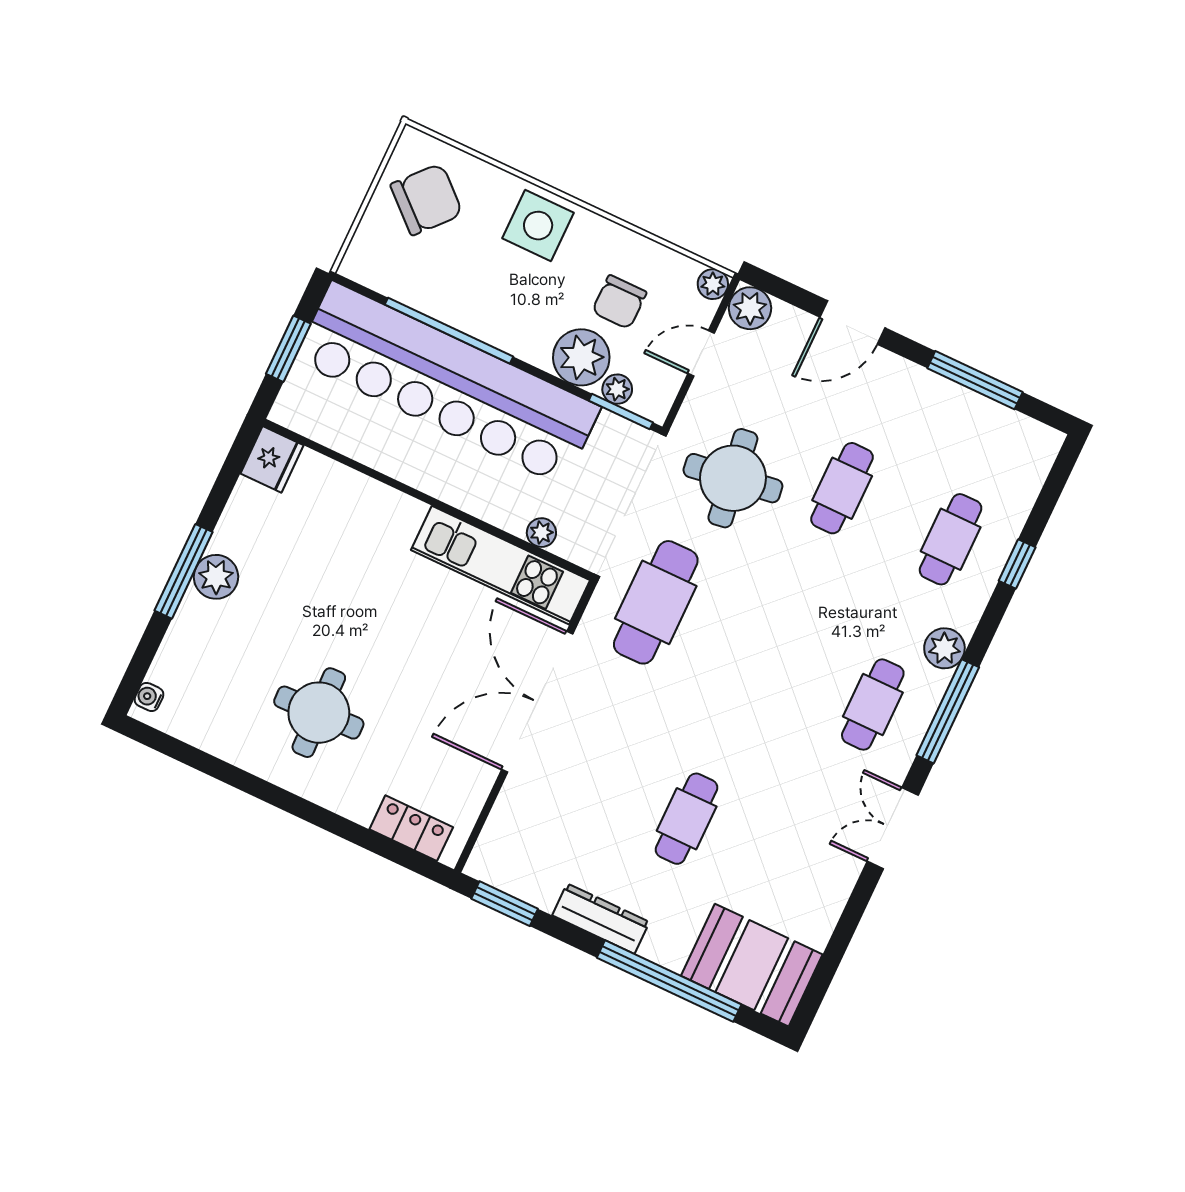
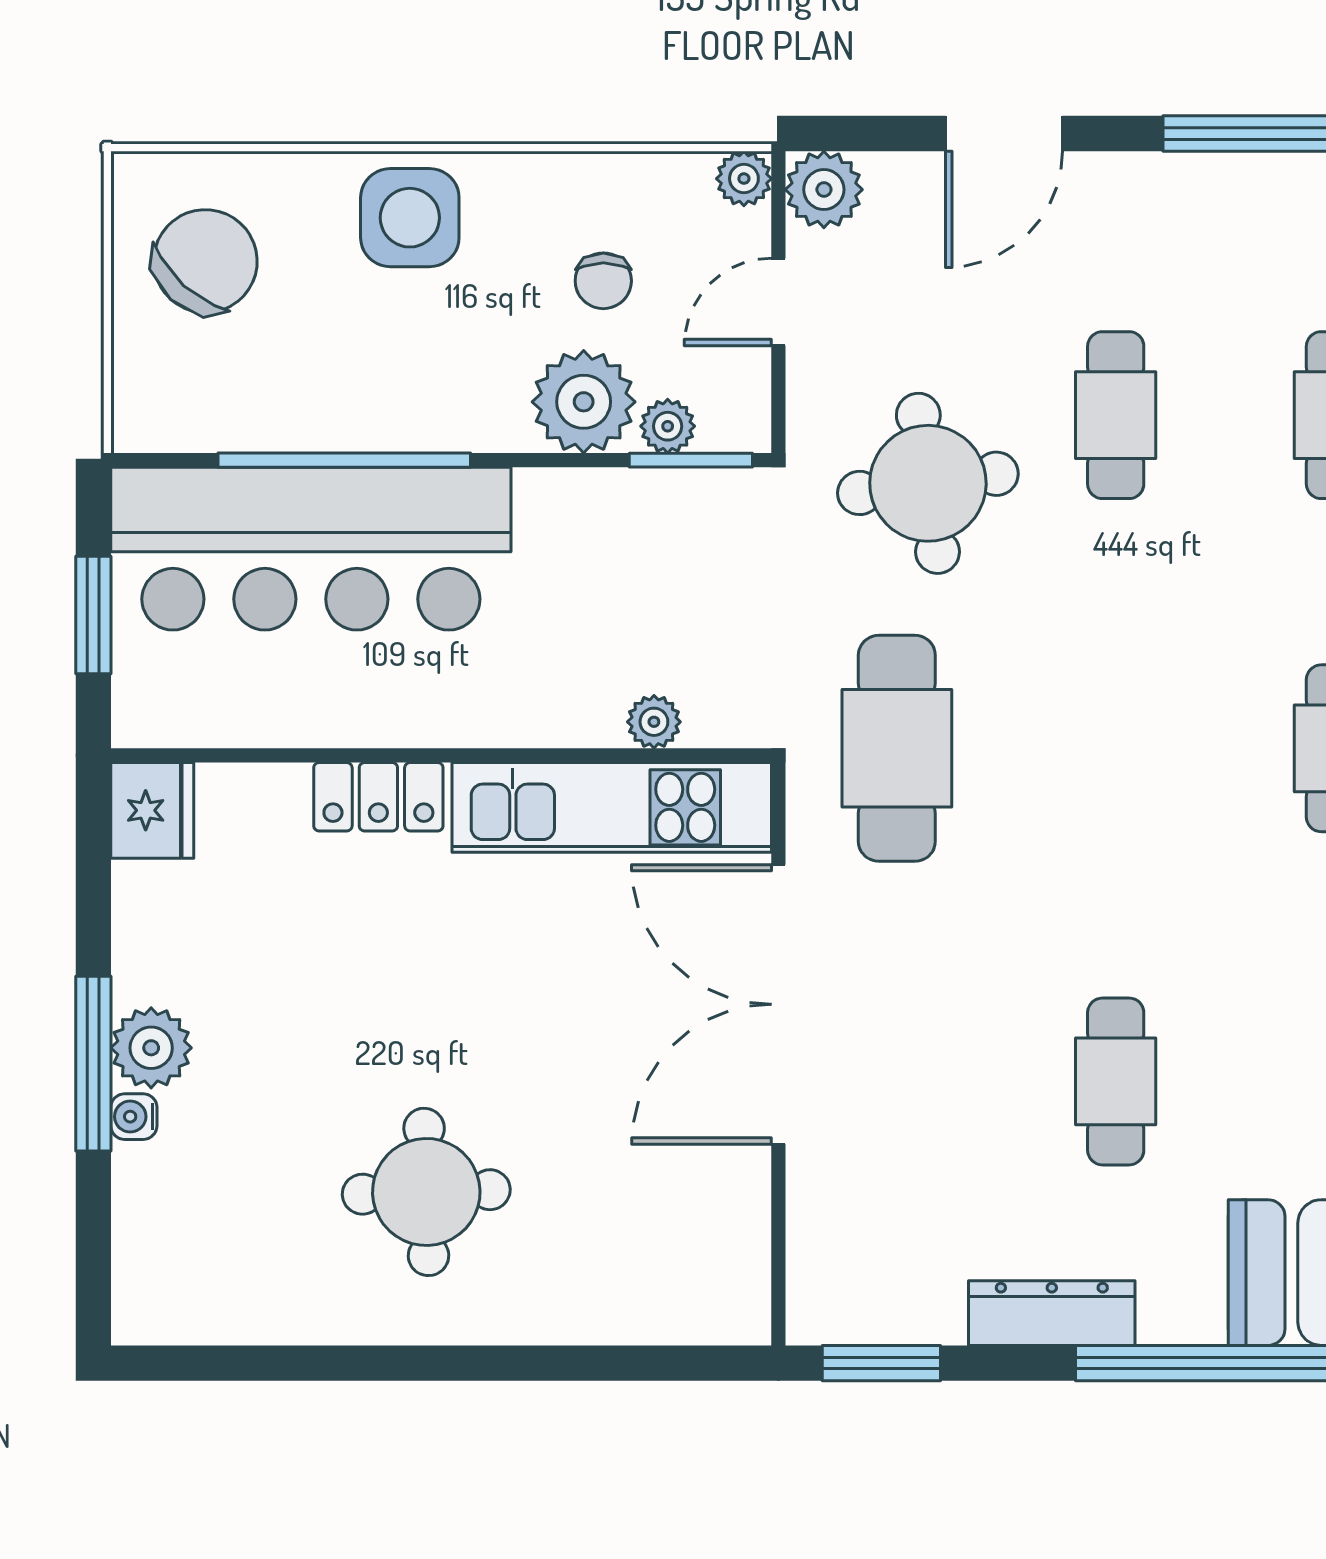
chair: (619, 302) -> (603, 281), width x0.73, depth x0.73
bar counter: (448, 384) -> (311, 549), width x0.73
water cooler: (149, 697) -> (134, 1117), moved
locker: (411, 828) -> (378, 797), moved, turned 180

